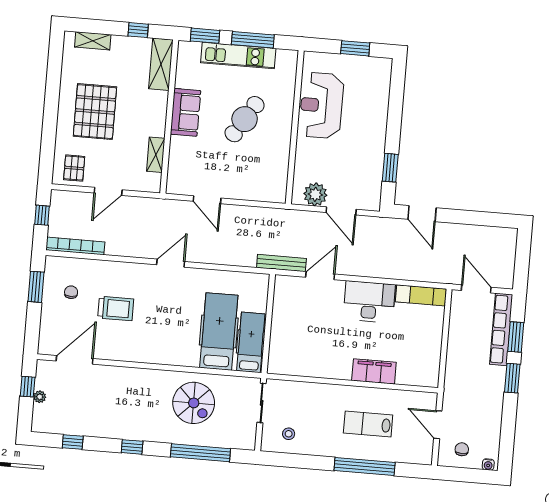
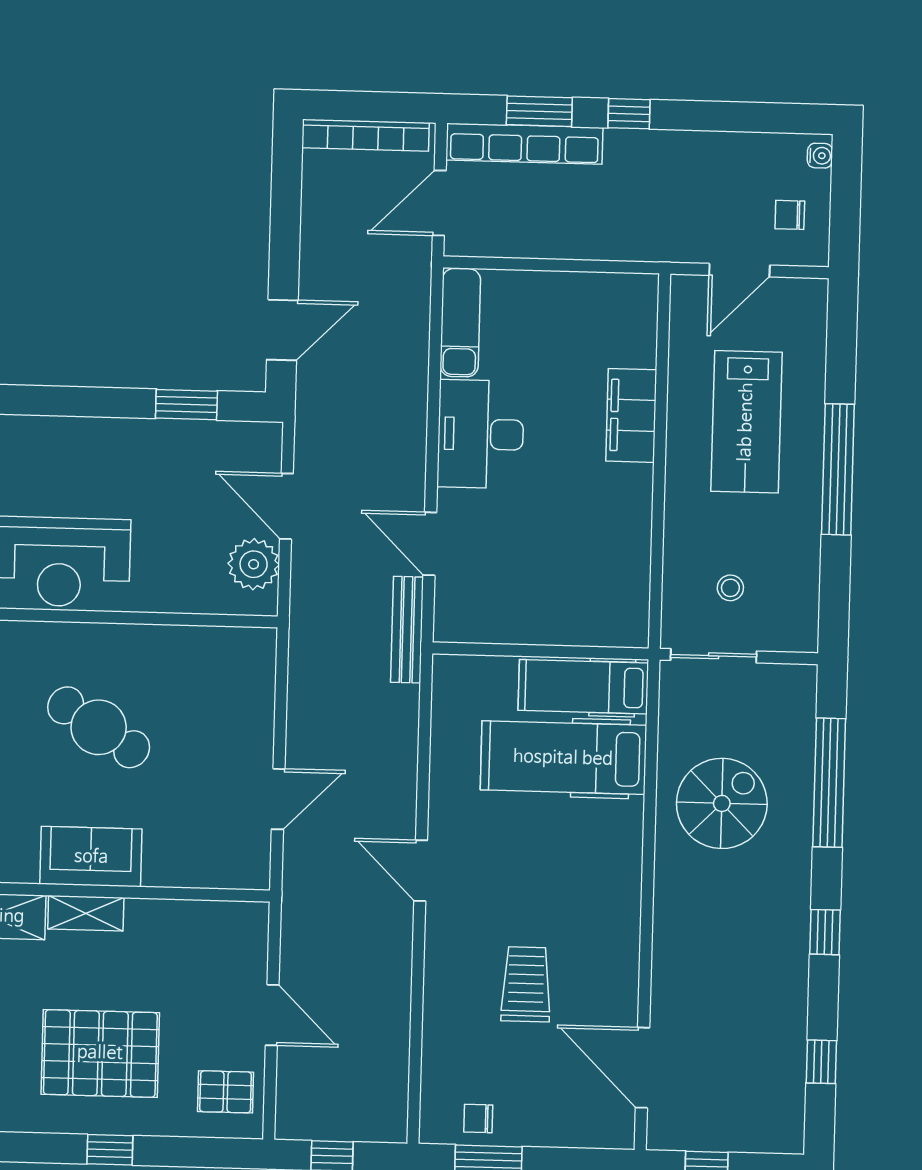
window: (51, 113) -> (110, 1150), added
shelving: (156, 155) -> (86, 913), moved
door: (341, 211) -> (286, 506), swing flipped
bookcase: (75, 246) -> (365, 135), moved, turned -90
chair: (71, 292) -> (478, 1119), moved
window: (512, 378) -> (629, 114), width x0.67
plant: (40, 397) -> (727, 1139), removed
lab bench: (368, 424) -> (746, 422), width x1.36, depth x1.39
stool: (289, 434) -> (730, 588), moved
window: (365, 466) -> (838, 469), moved

